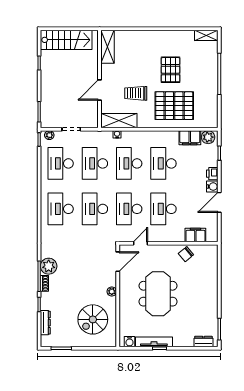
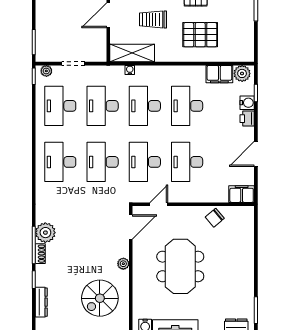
pallet: (174, 106) -> (200, 35), width x0.73, depth x0.71
water cooler: (212, 187) -> (247, 103), moved
filing cabinet: (195, 235) -> (242, 194), moved

